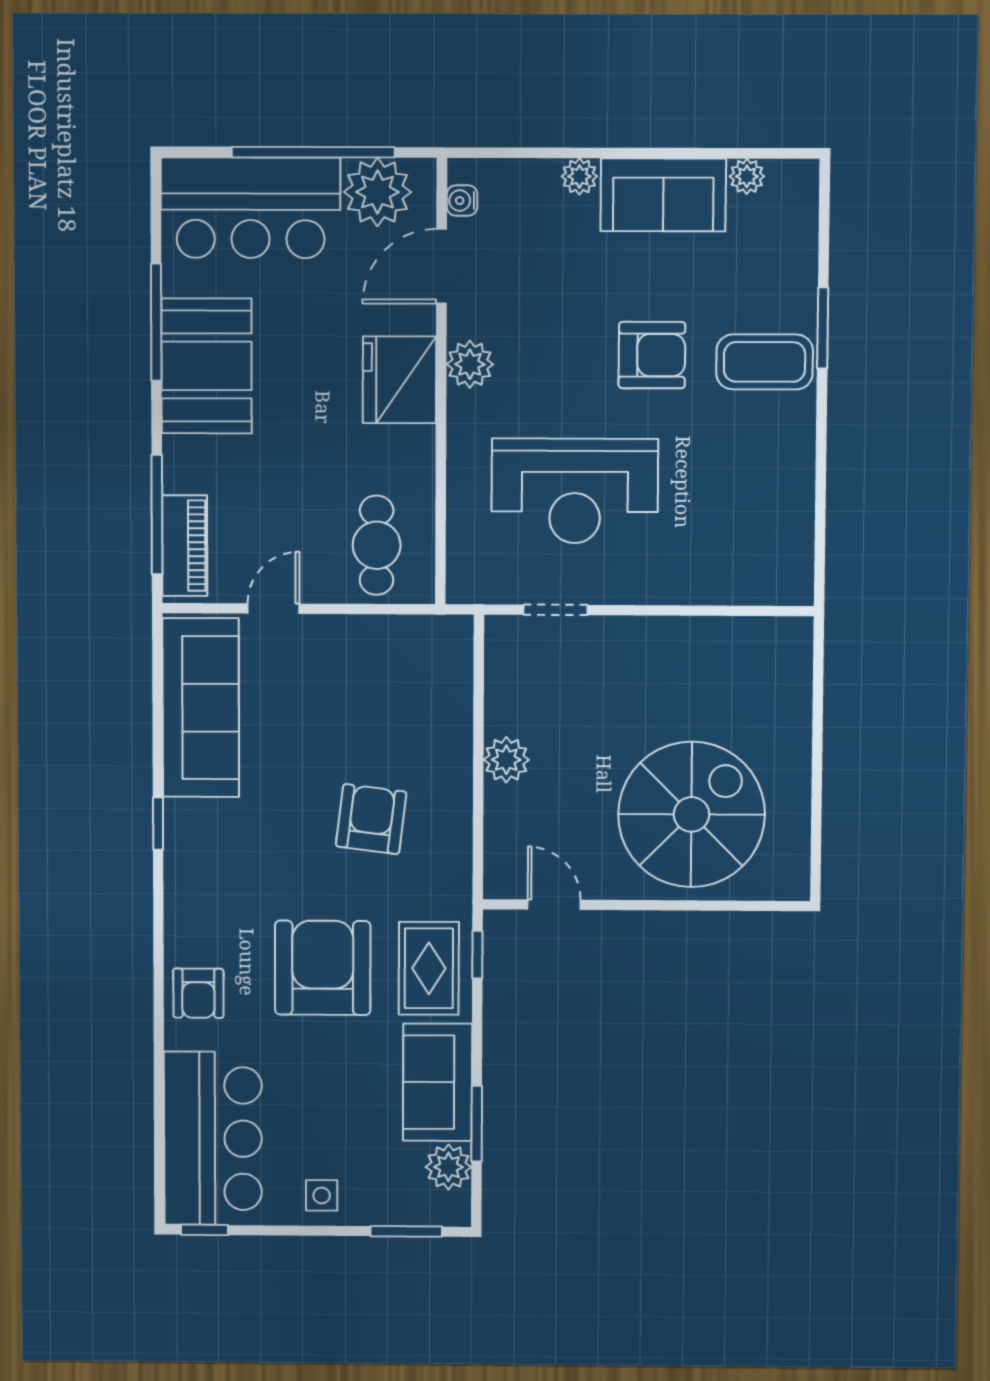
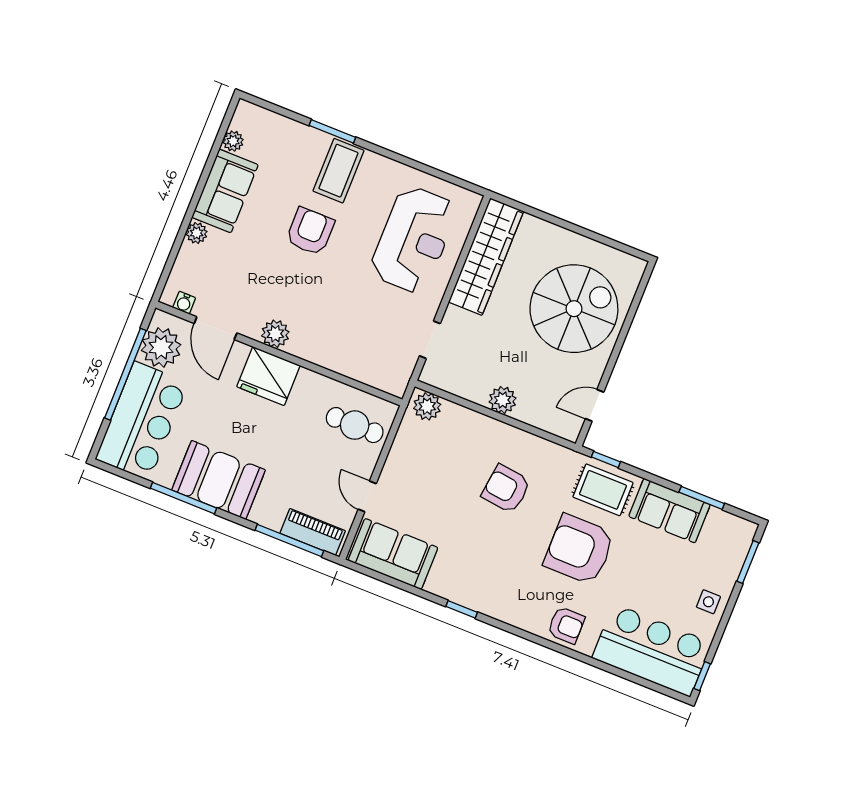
reception desk: (575, 491) -> (414, 239), moved
wardrobe: (719, 646) -> (486, 257), added
sofa: (201, 708) -> (393, 554), width x0.73
spiral stairs: (692, 814) -> (574, 309), turned 90
plant: (448, 1167) -> (427, 406), moved

